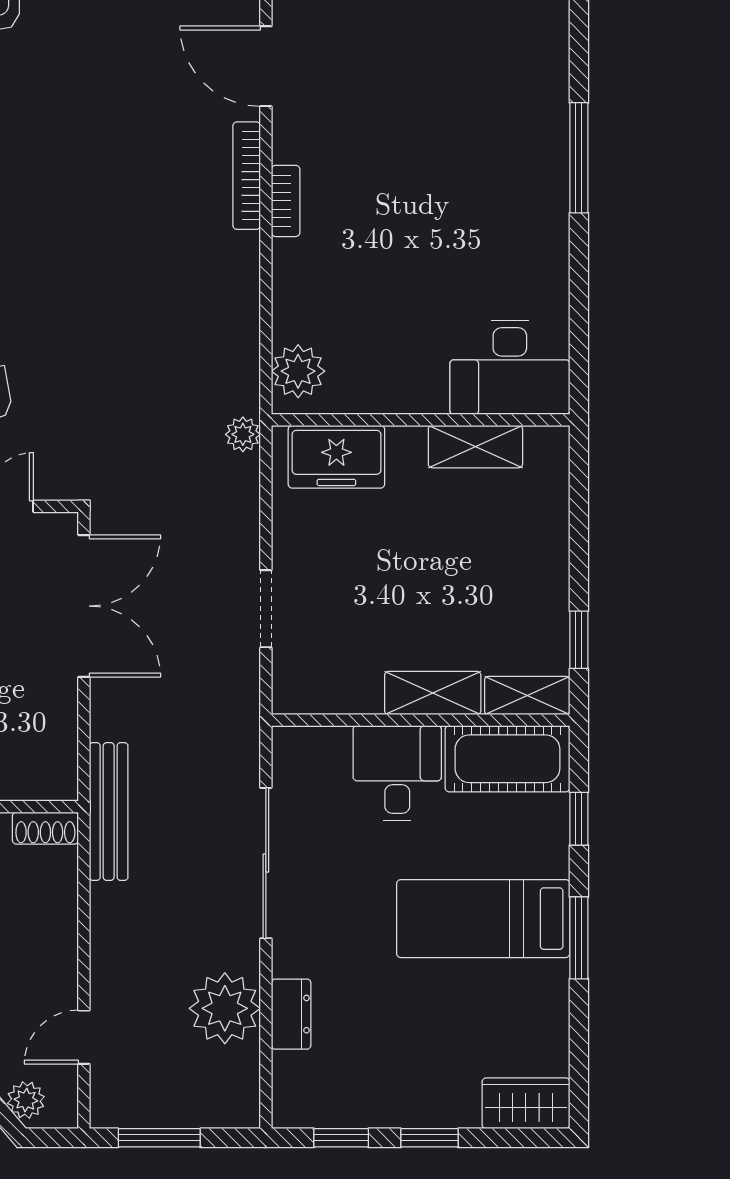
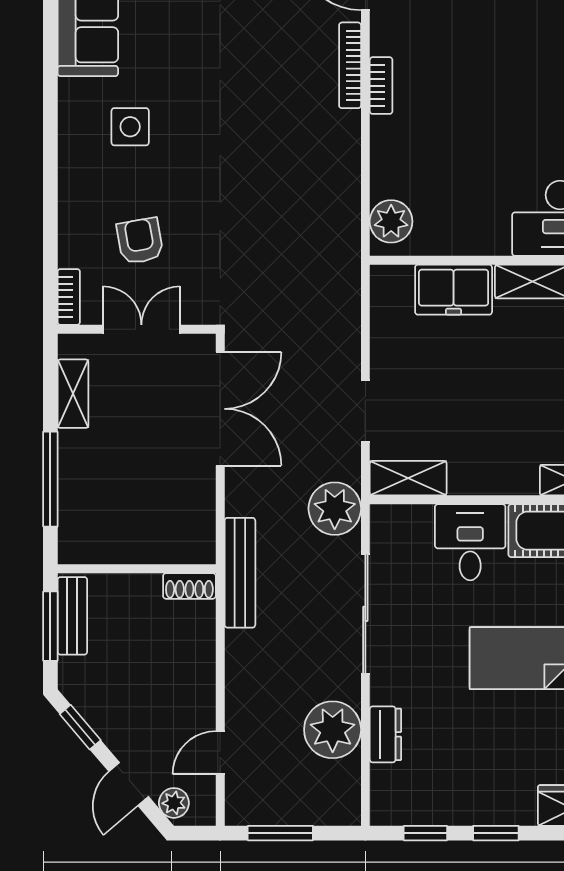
plant: (243, 434) -> (335, 509), moved, width x1.87, depth x1.87
freezer: (336, 457) -> (454, 290), moved
shelving: (433, 693) -> (408, 478), moved

